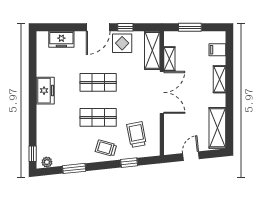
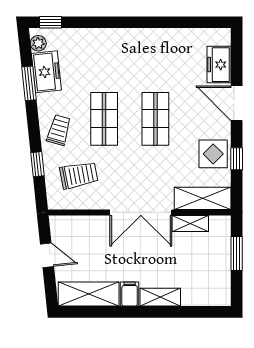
door: (98, 27) -> (237, 103), moved
filing cabinet: (217, 50) -> (130, 294), moved
freezer: (45, 91) -> (46, 72), moved, turned -96

